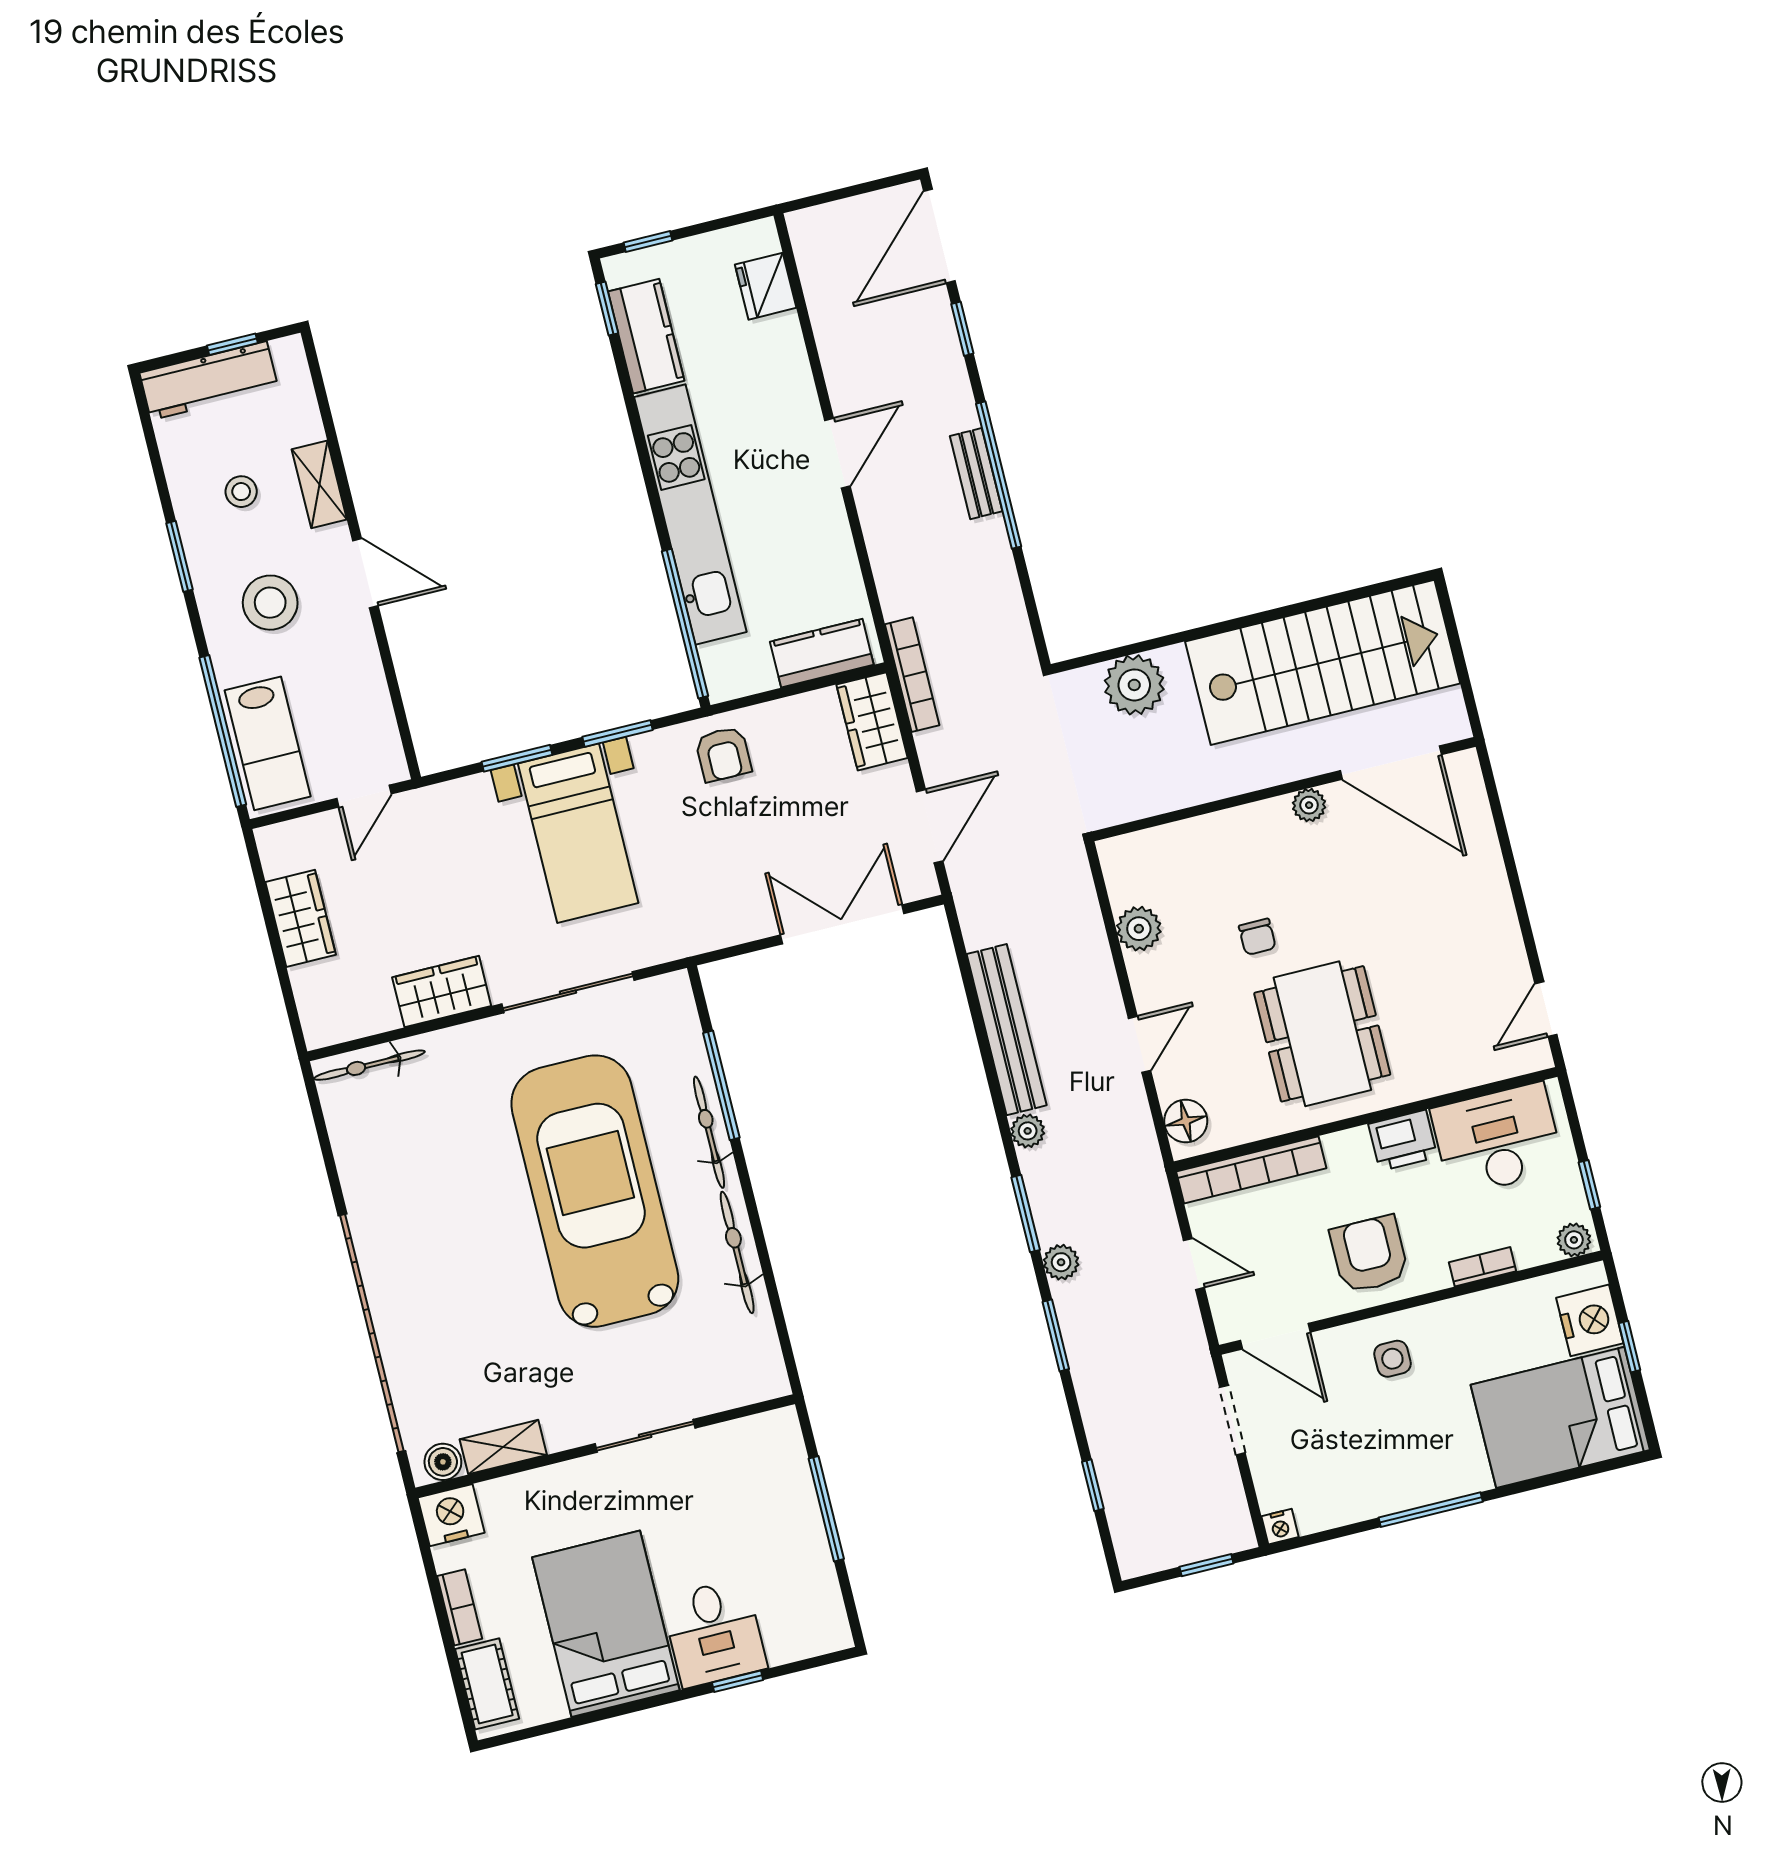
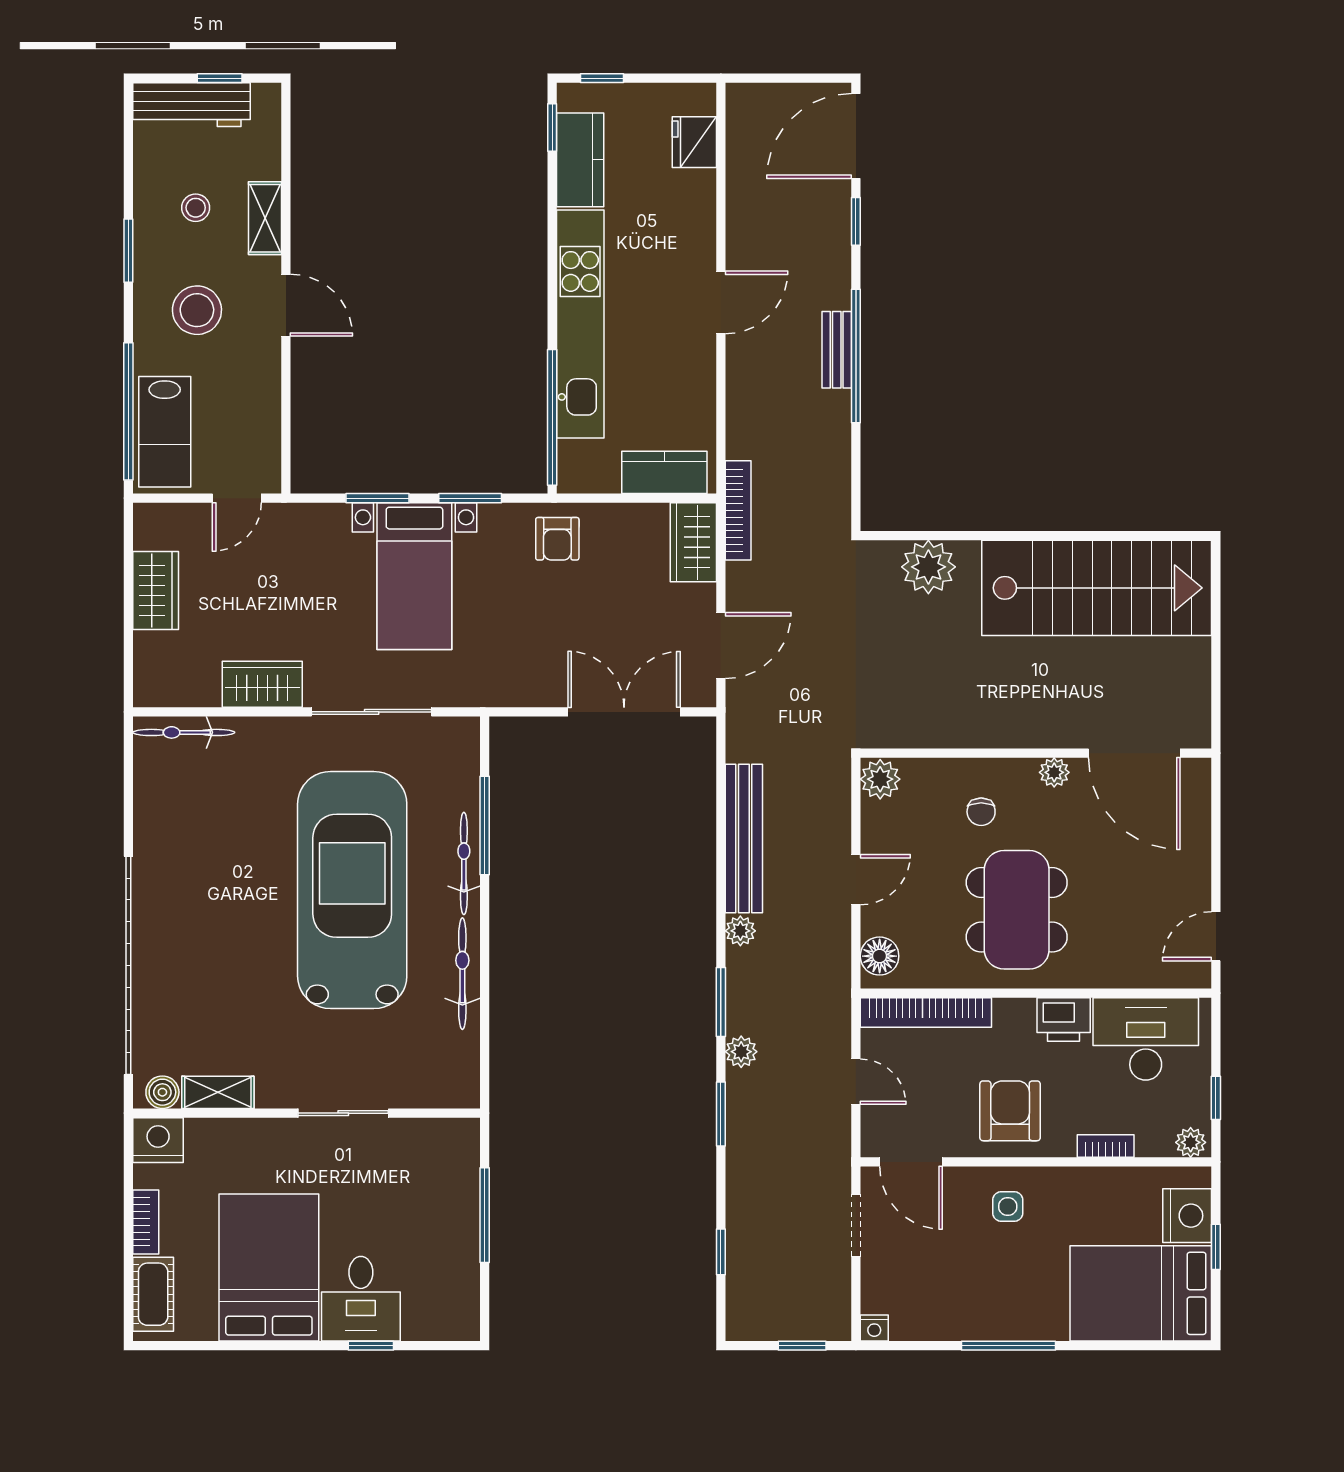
door: (1391, 763) -> (1134, 753), moved
wall: (1284, 789) -> (1036, 753), moved
plant: (1309, 805) -> (1054, 772), moved

